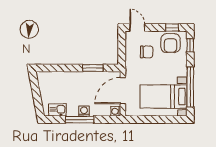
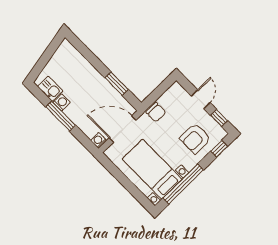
door: (137, 28) -> (201, 99), moved
armchair: (171, 43) -> (195, 138), moved
chair: (147, 52) -> (156, 112), moved
washing machine: (84, 111) -> (62, 102), moved

